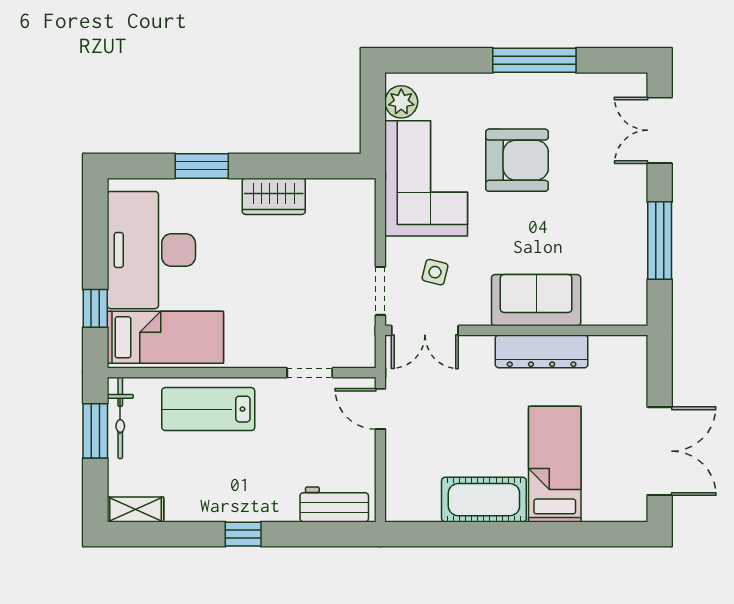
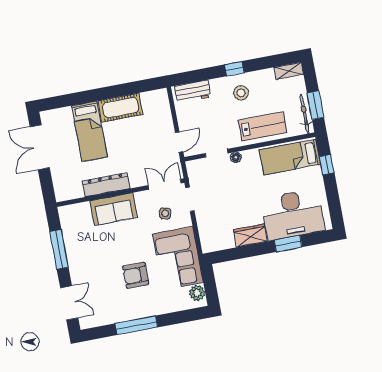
armchair: (517, 160) -> (136, 275), width x0.73, depth x0.73
desk: (151, 250) -> (293, 215), moved, turned 90
floor lamp: (273, 357) -> (236, 157), added
door: (380, 409) -> (179, 142), hinge flipped
stool: (239, 484) -> (241, 93), added

